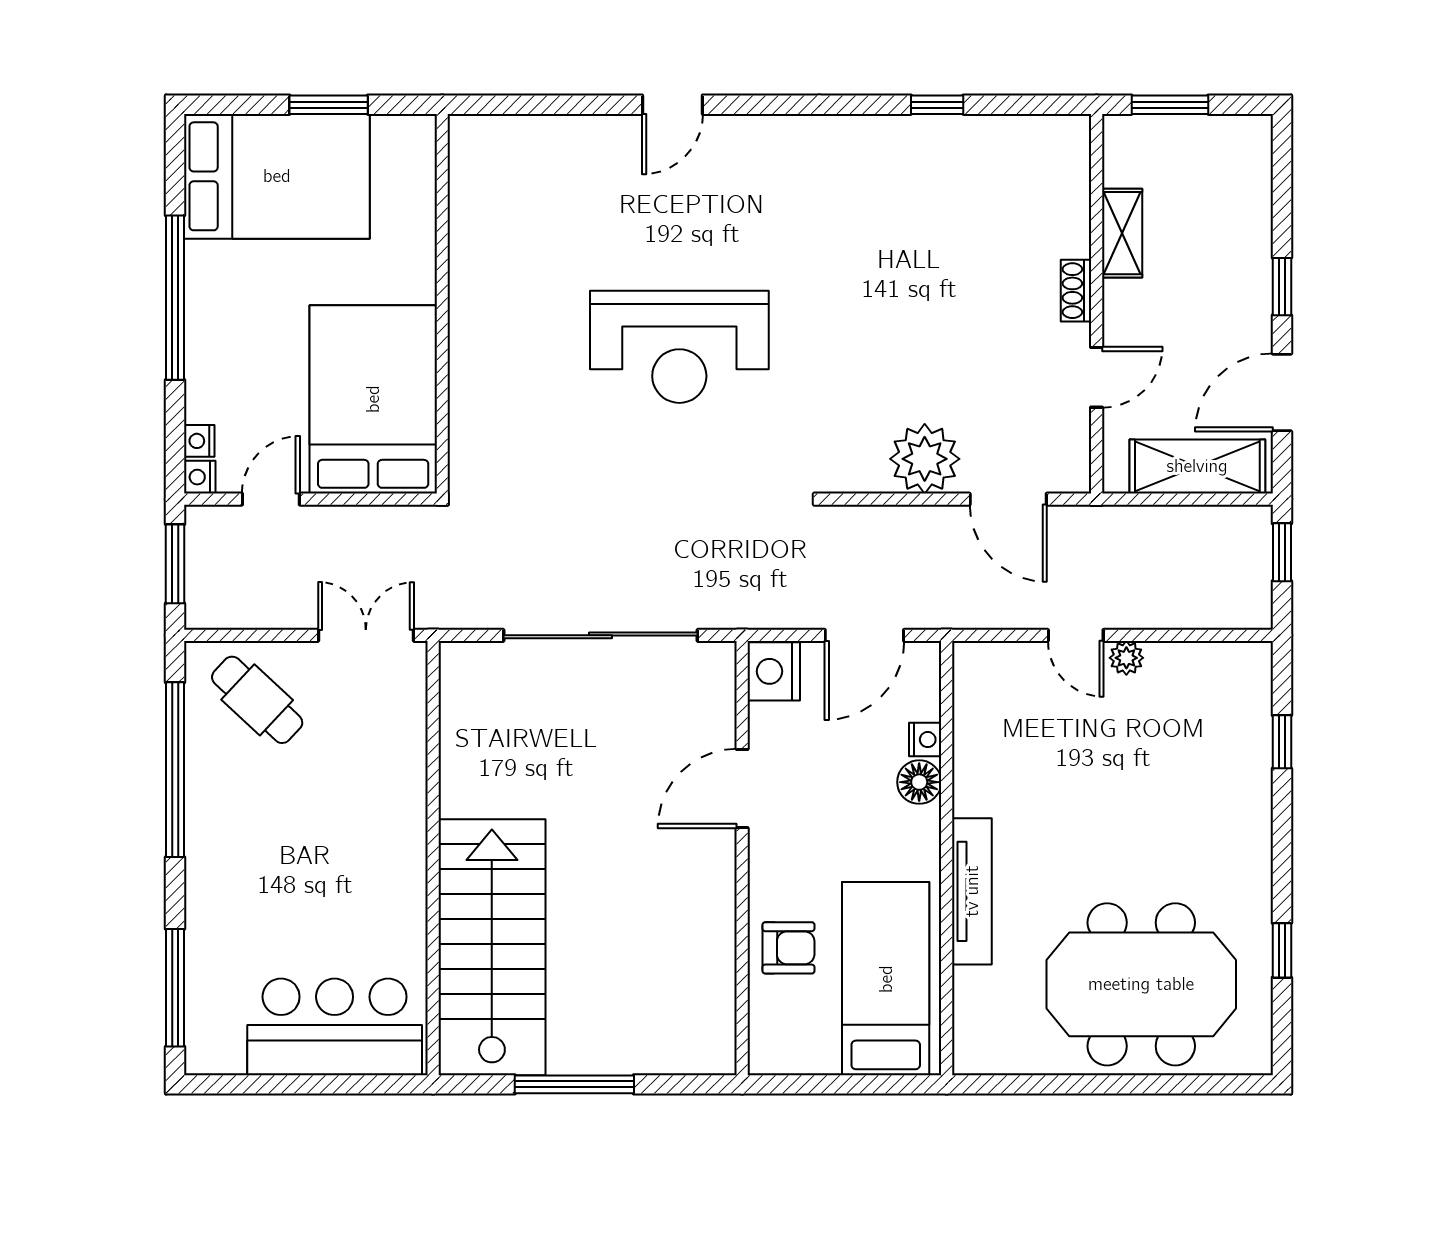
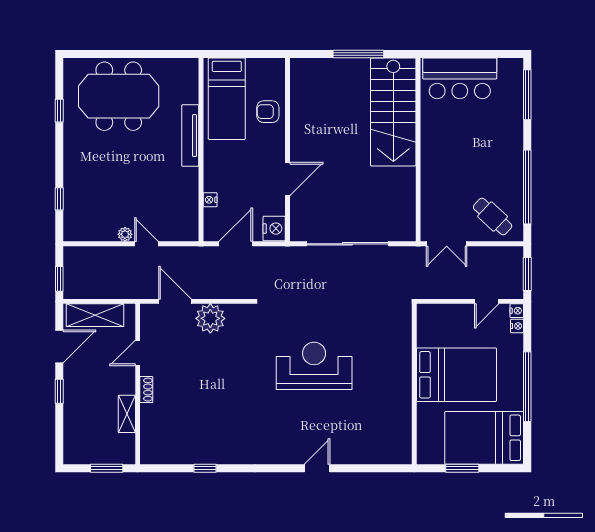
bed: (373, 399) -> (456, 375), moved, turned -90
floor lamp: (919, 782) -> (213, 182), removed

